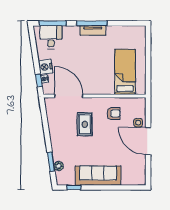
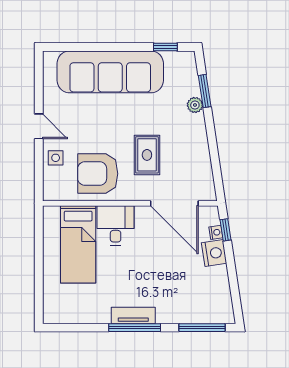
desk: (51, 37) -> (116, 225), moved, turned 180
armchair: (114, 113) -> (98, 174), width x1.88, depth x1.88
door: (148, 141) -> (39, 126), width x0.53
plant: (59, 166) -> (195, 105), moved
sofa: (98, 176) -> (110, 72), width x1.36, depth x1.27

